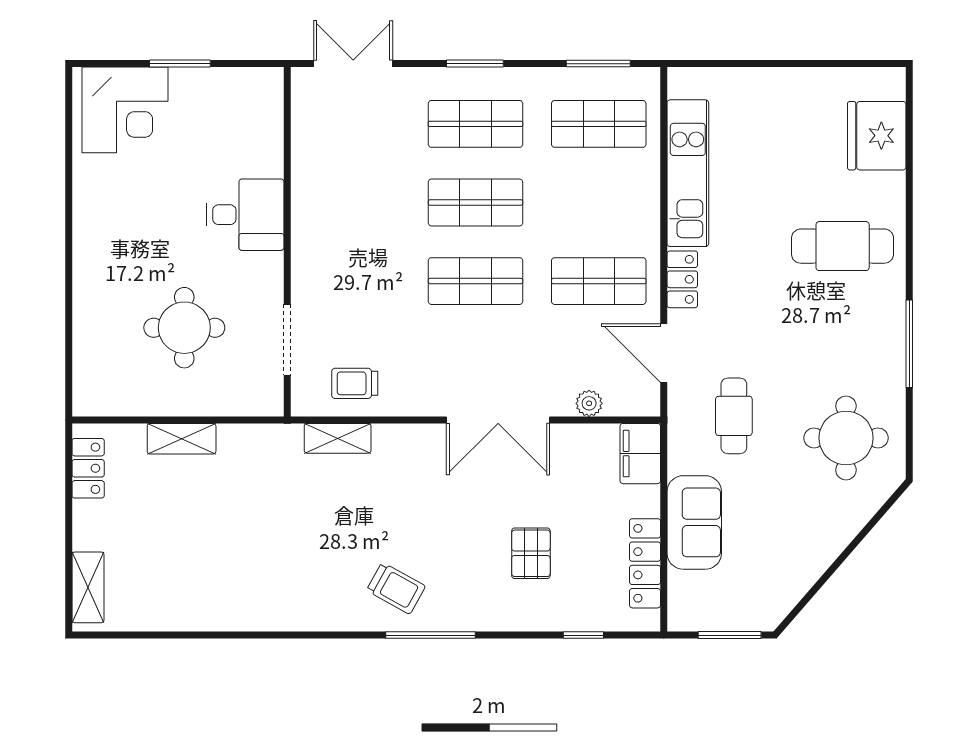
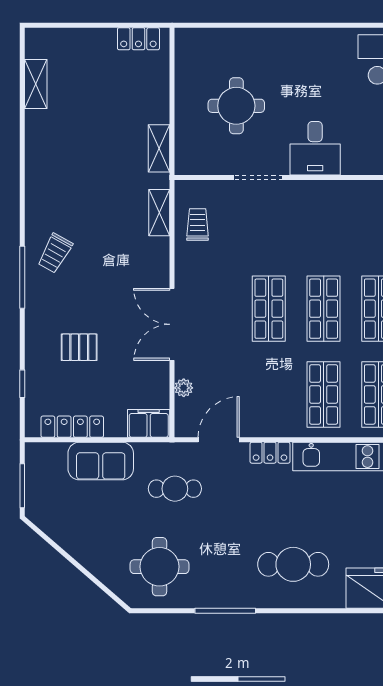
cafe table: (843, 246) -> (293, 564), turned 90
shop shelf: (599, 281) -> (324, 394), moved
doorway: (287, 340) -> (258, 177), moved
shelving: (182, 439) -> (159, 148), moved
shelving: (88, 587) -> (36, 84), moved, turned 90

